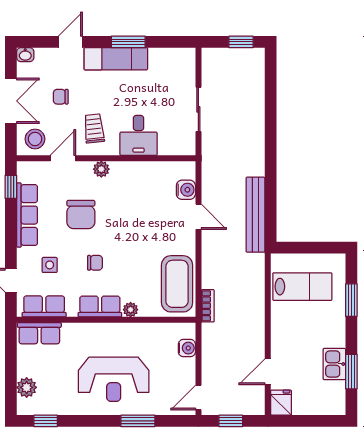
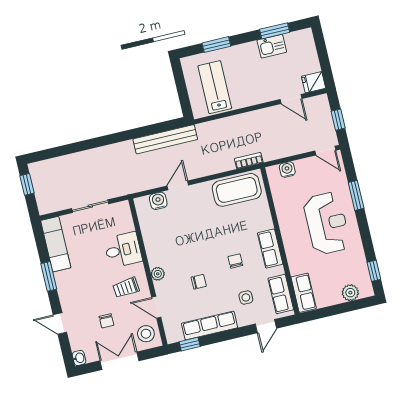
exam couch: (116, 59) -> (56, 244), moved
chair: (81, 215) -> (199, 282), width x0.54, depth x0.54
plant: (131, 310) -> (267, 223), removed

